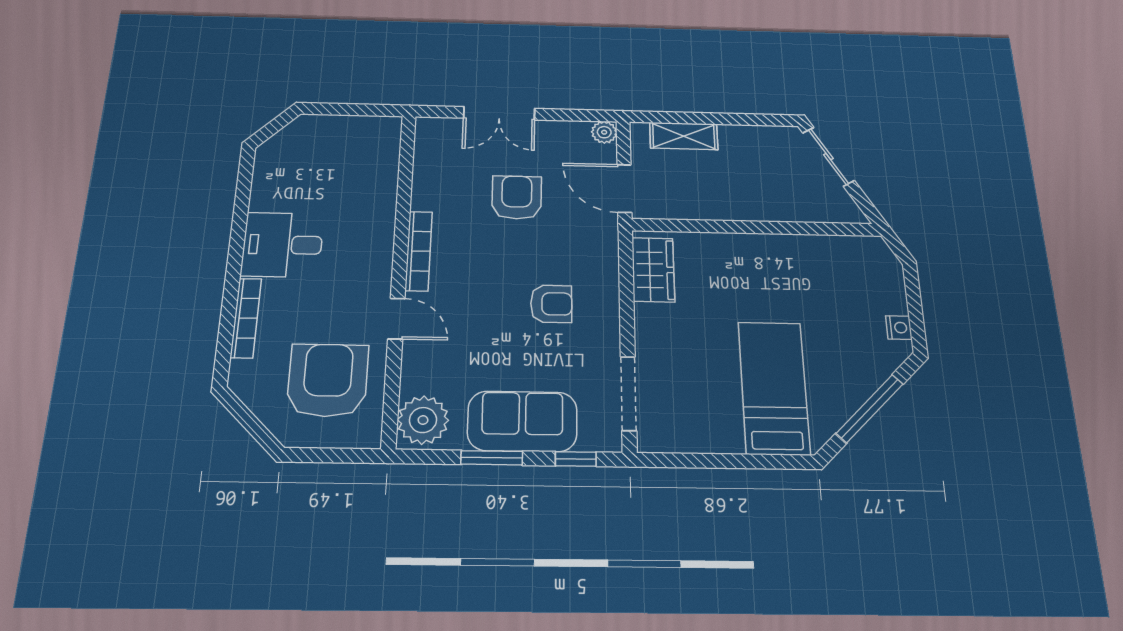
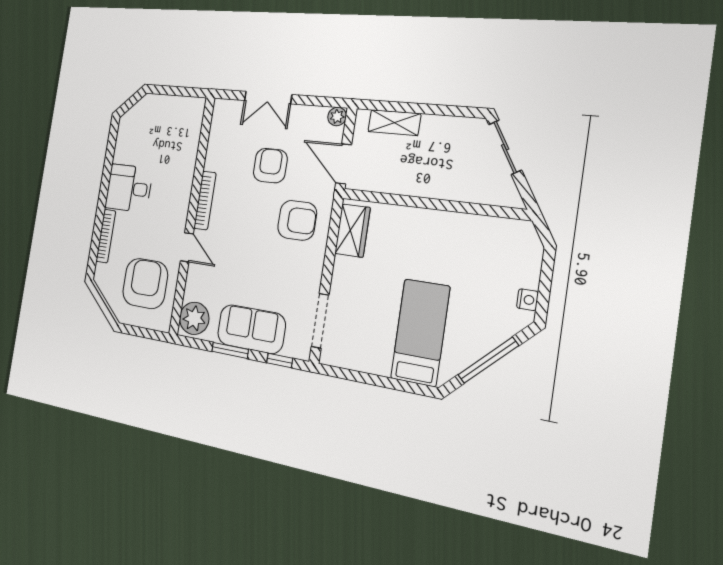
armchair: (551, 304) -> (297, 220), moved, width x1.38, depth x1.38

